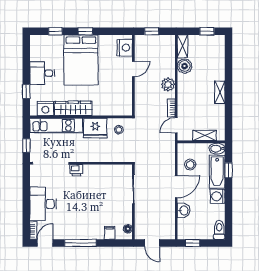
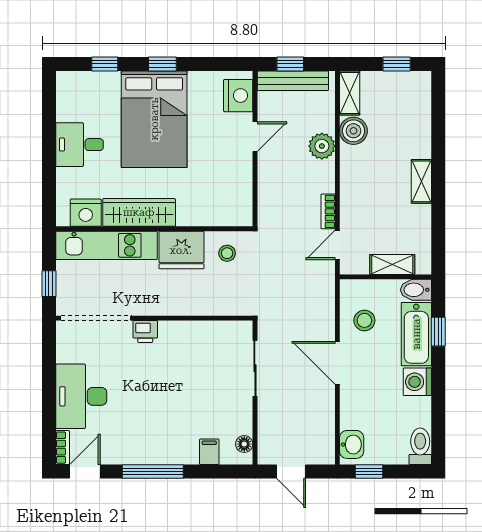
bench: (153, 40) -> (293, 81), added
plant: (168, 84) -> (322, 146), moved
window: (26, 91) -> (49, 180), removed
door: (176, 187) -> (337, 363), swing flipped
washbasin: (184, 211) -> (352, 444), moved

